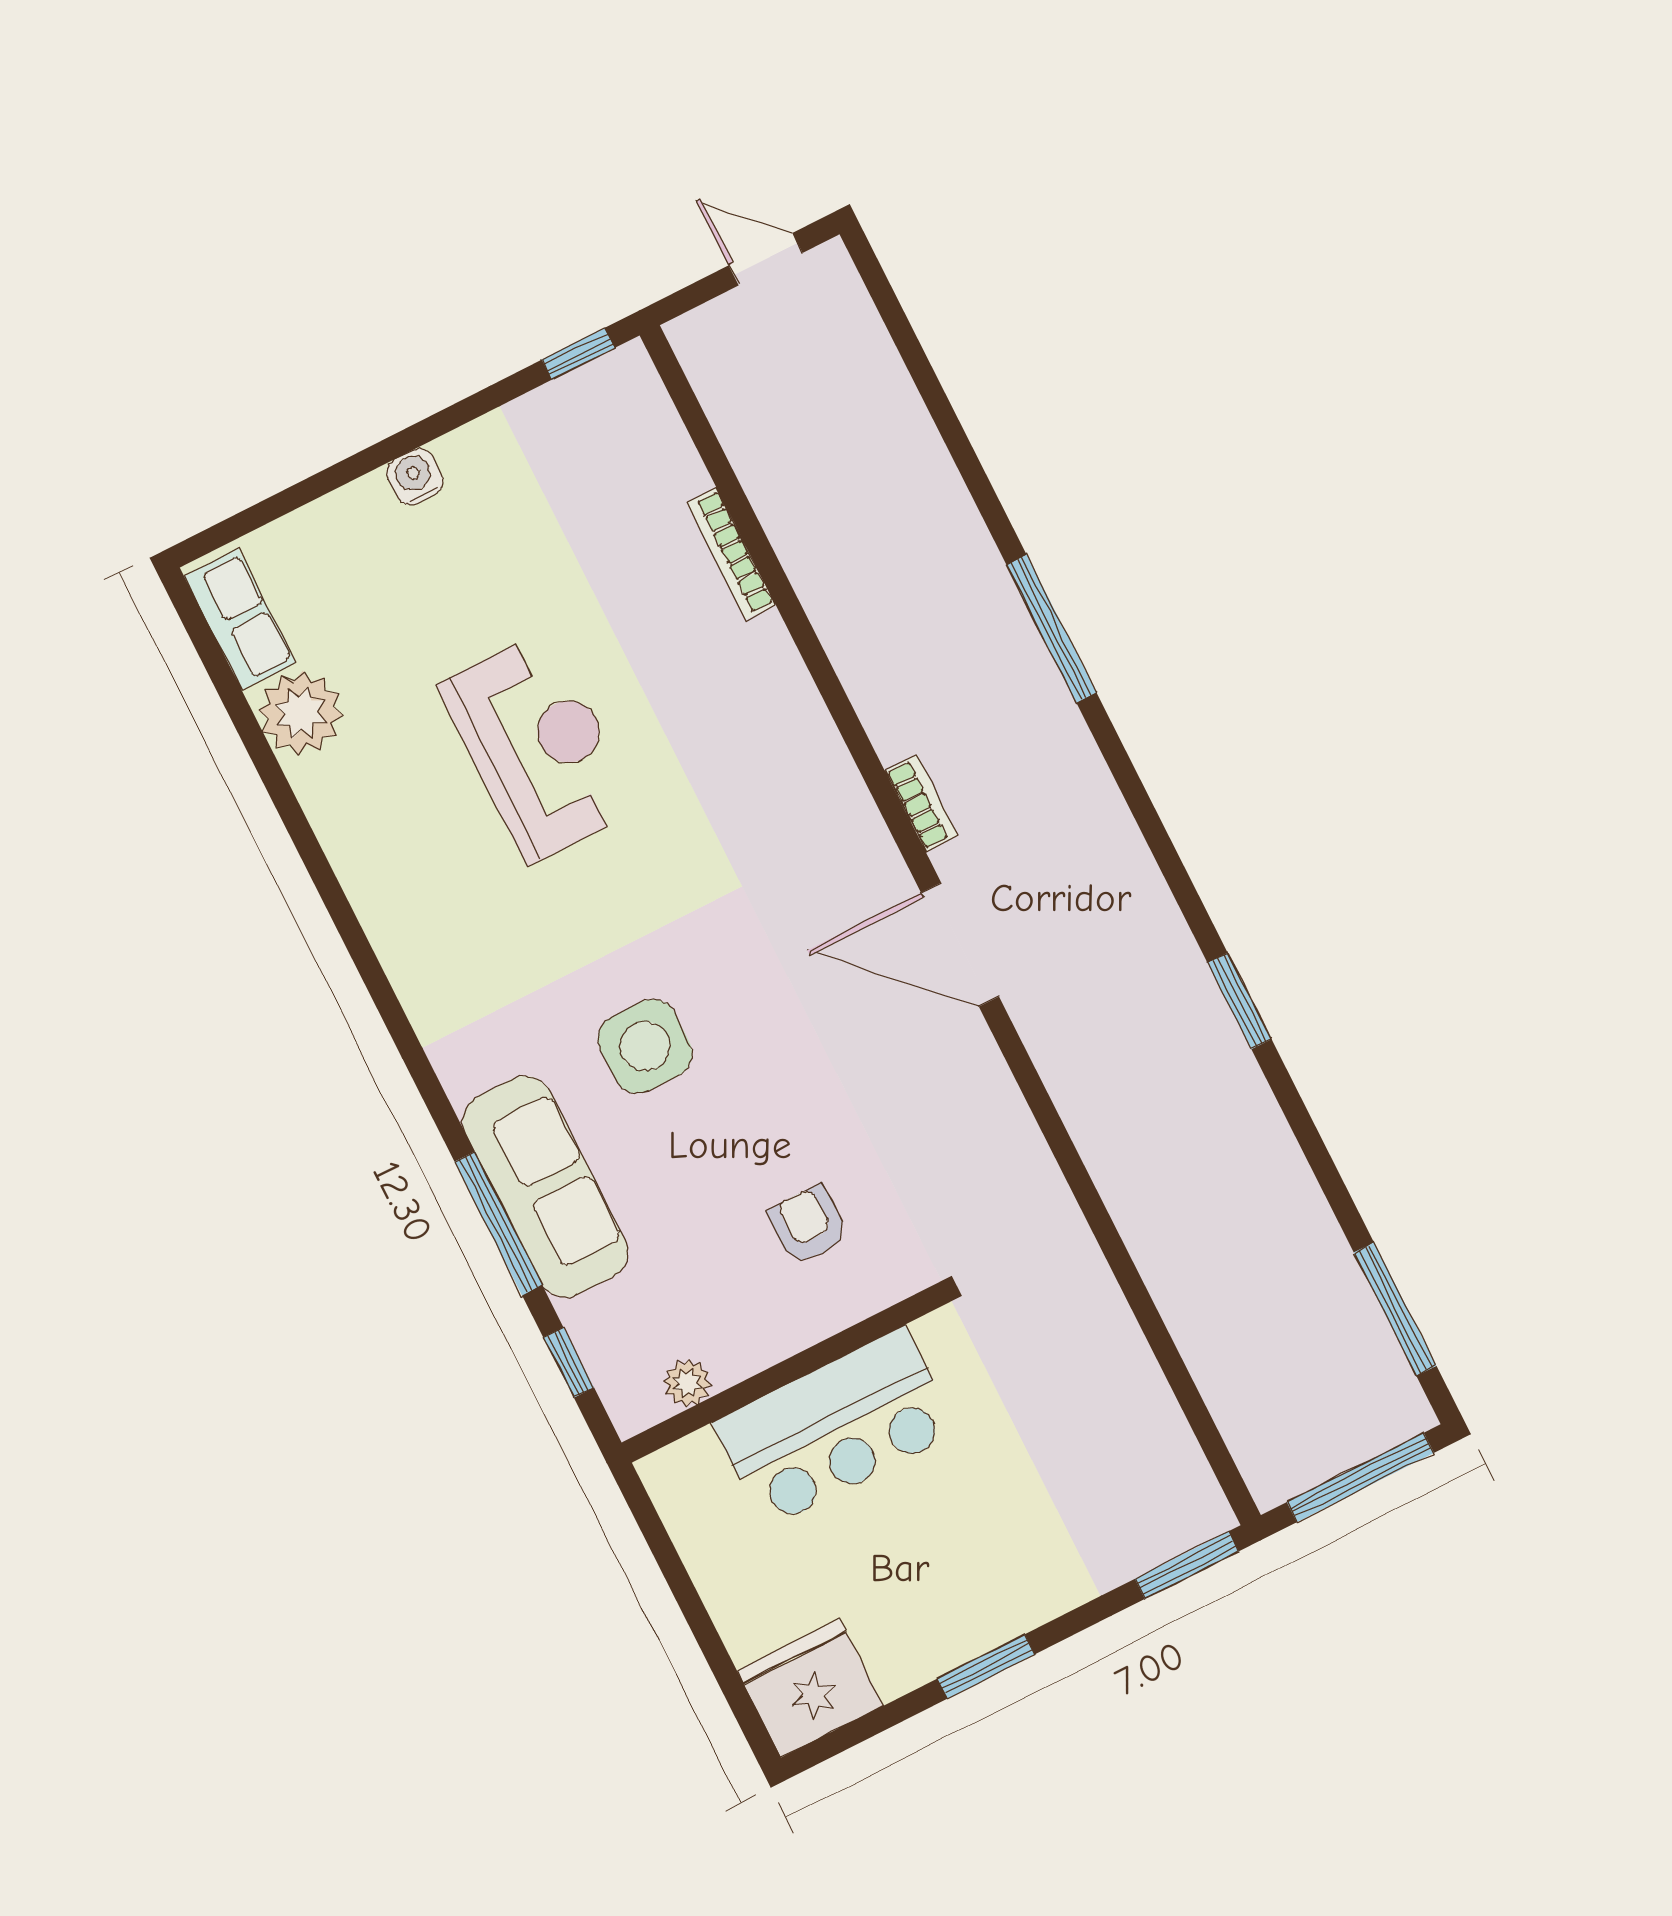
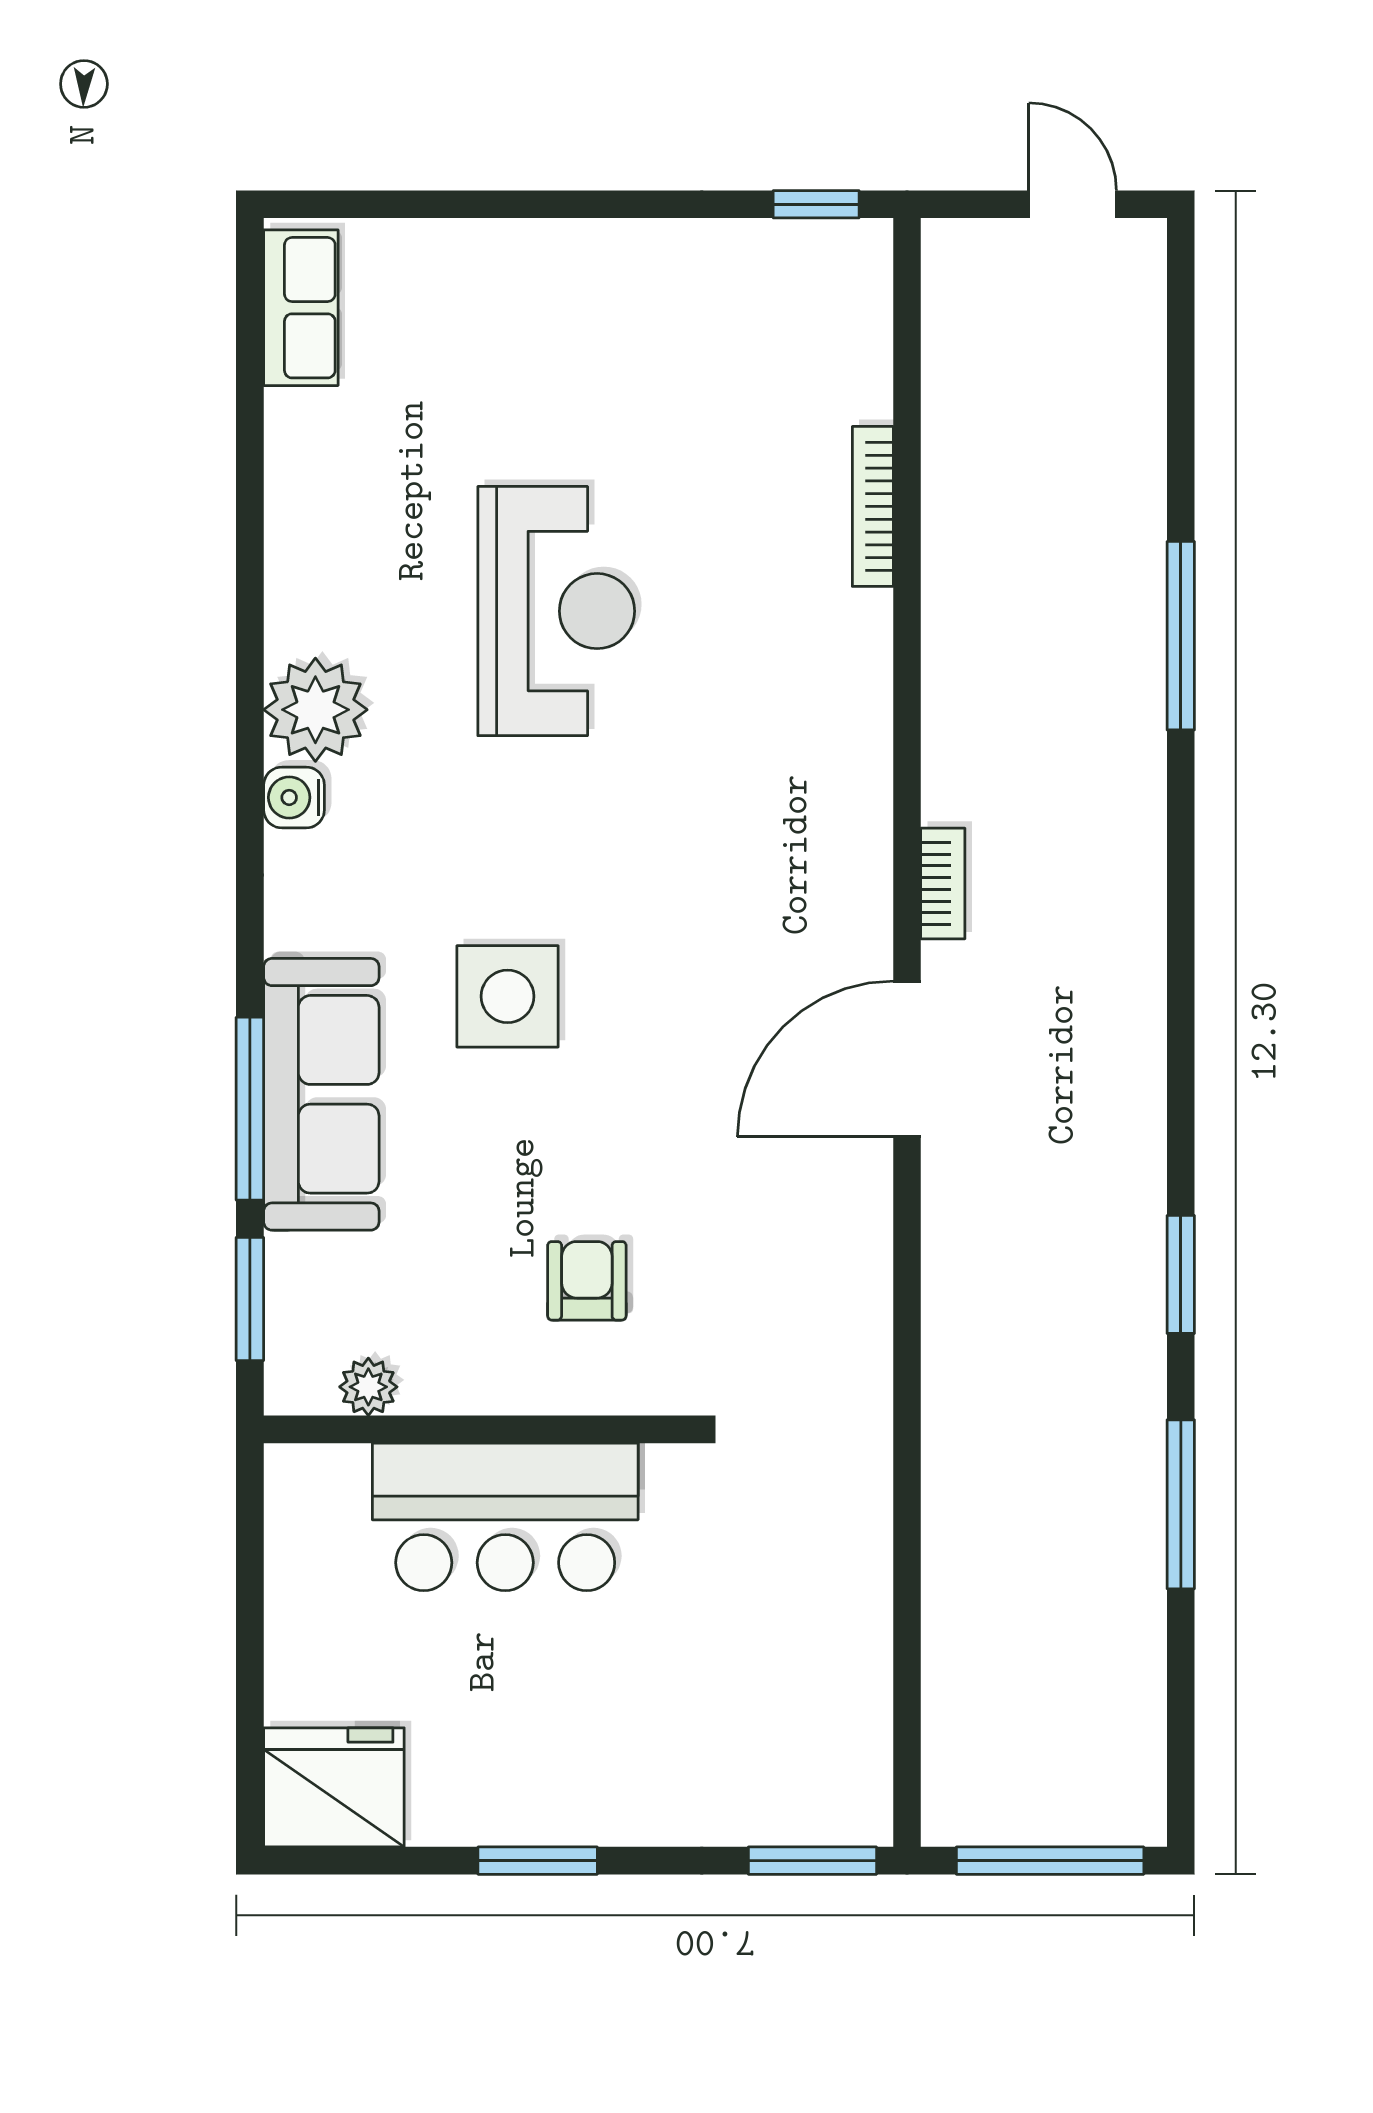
water cooler: (415, 477) -> (294, 797), moved, turned -90
window: (1051, 629) -> (1181, 636), moved
plant: (301, 713) -> (315, 710), moved
door: (960, 945) -> (907, 1059), hinge flipped
window: (1395, 1309) -> (1181, 1504), moved
window: (569, 1362) -> (250, 1299), width x1.50

